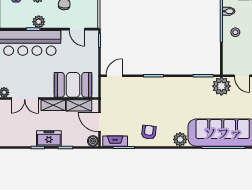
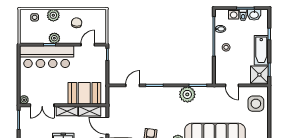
door: (77, 29) -> (88, 45), swing flipped
door: (114, 76) -> (133, 85), moved
plant: (221, 86) -> (187, 94), moved

